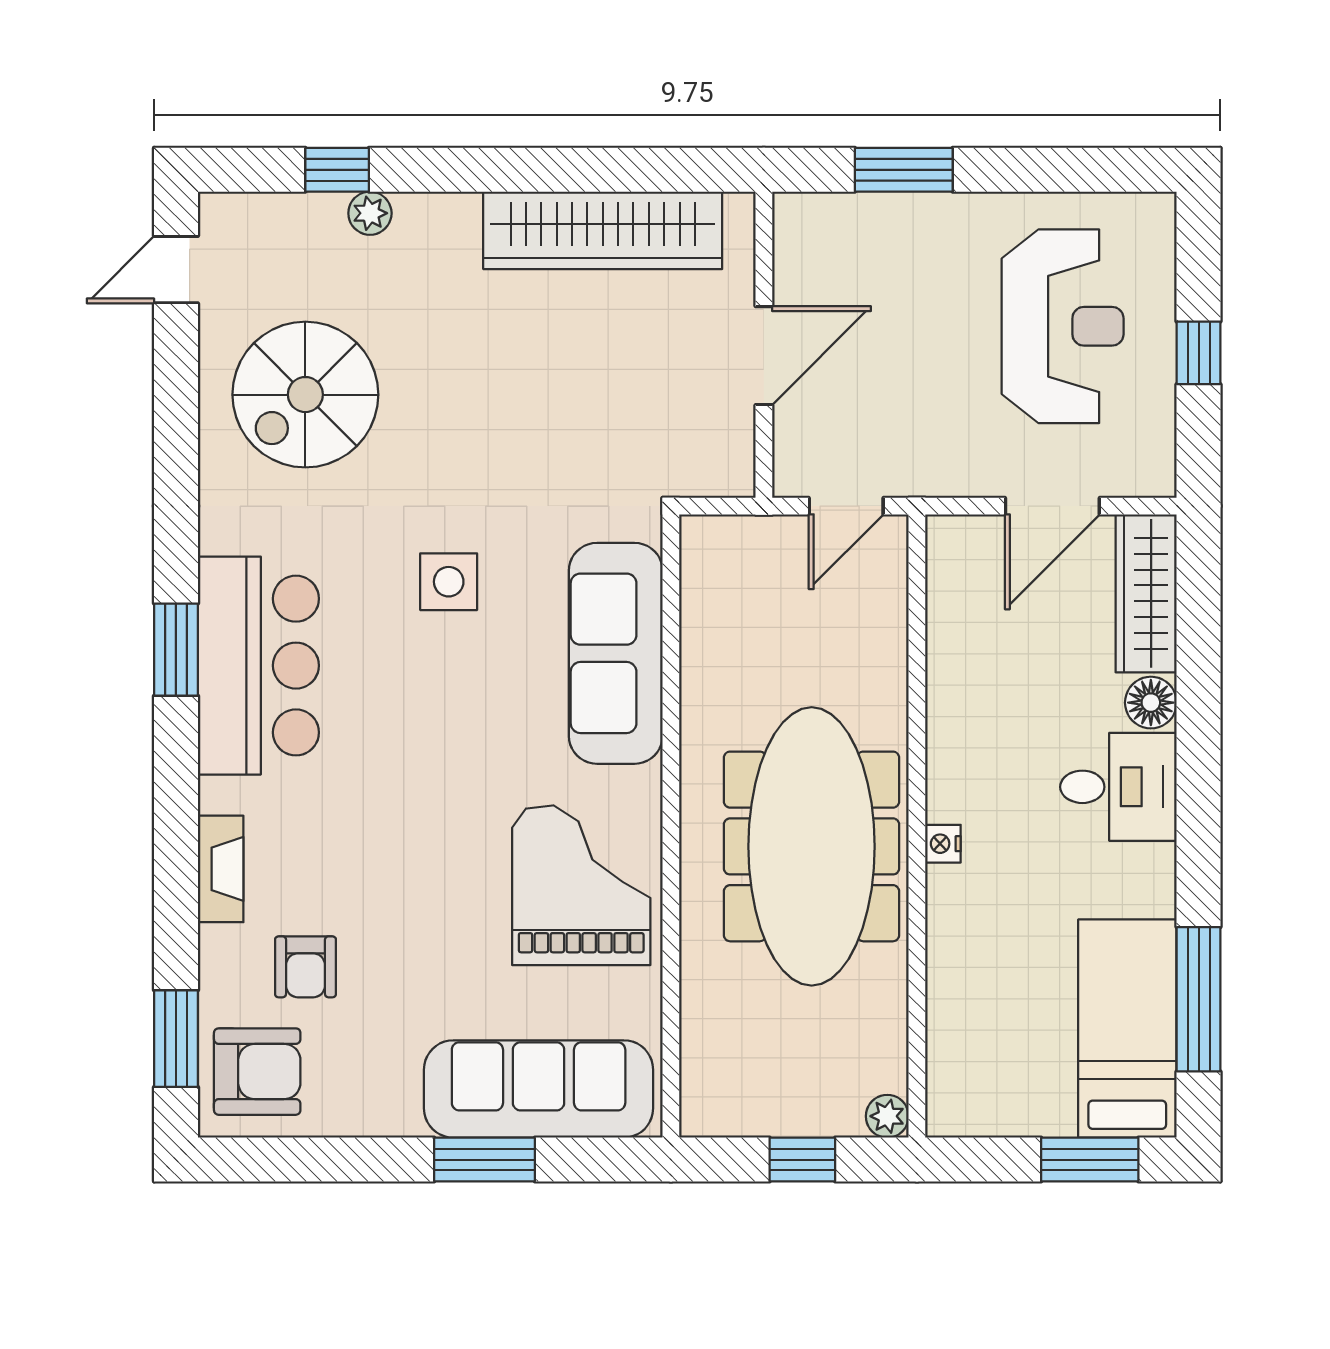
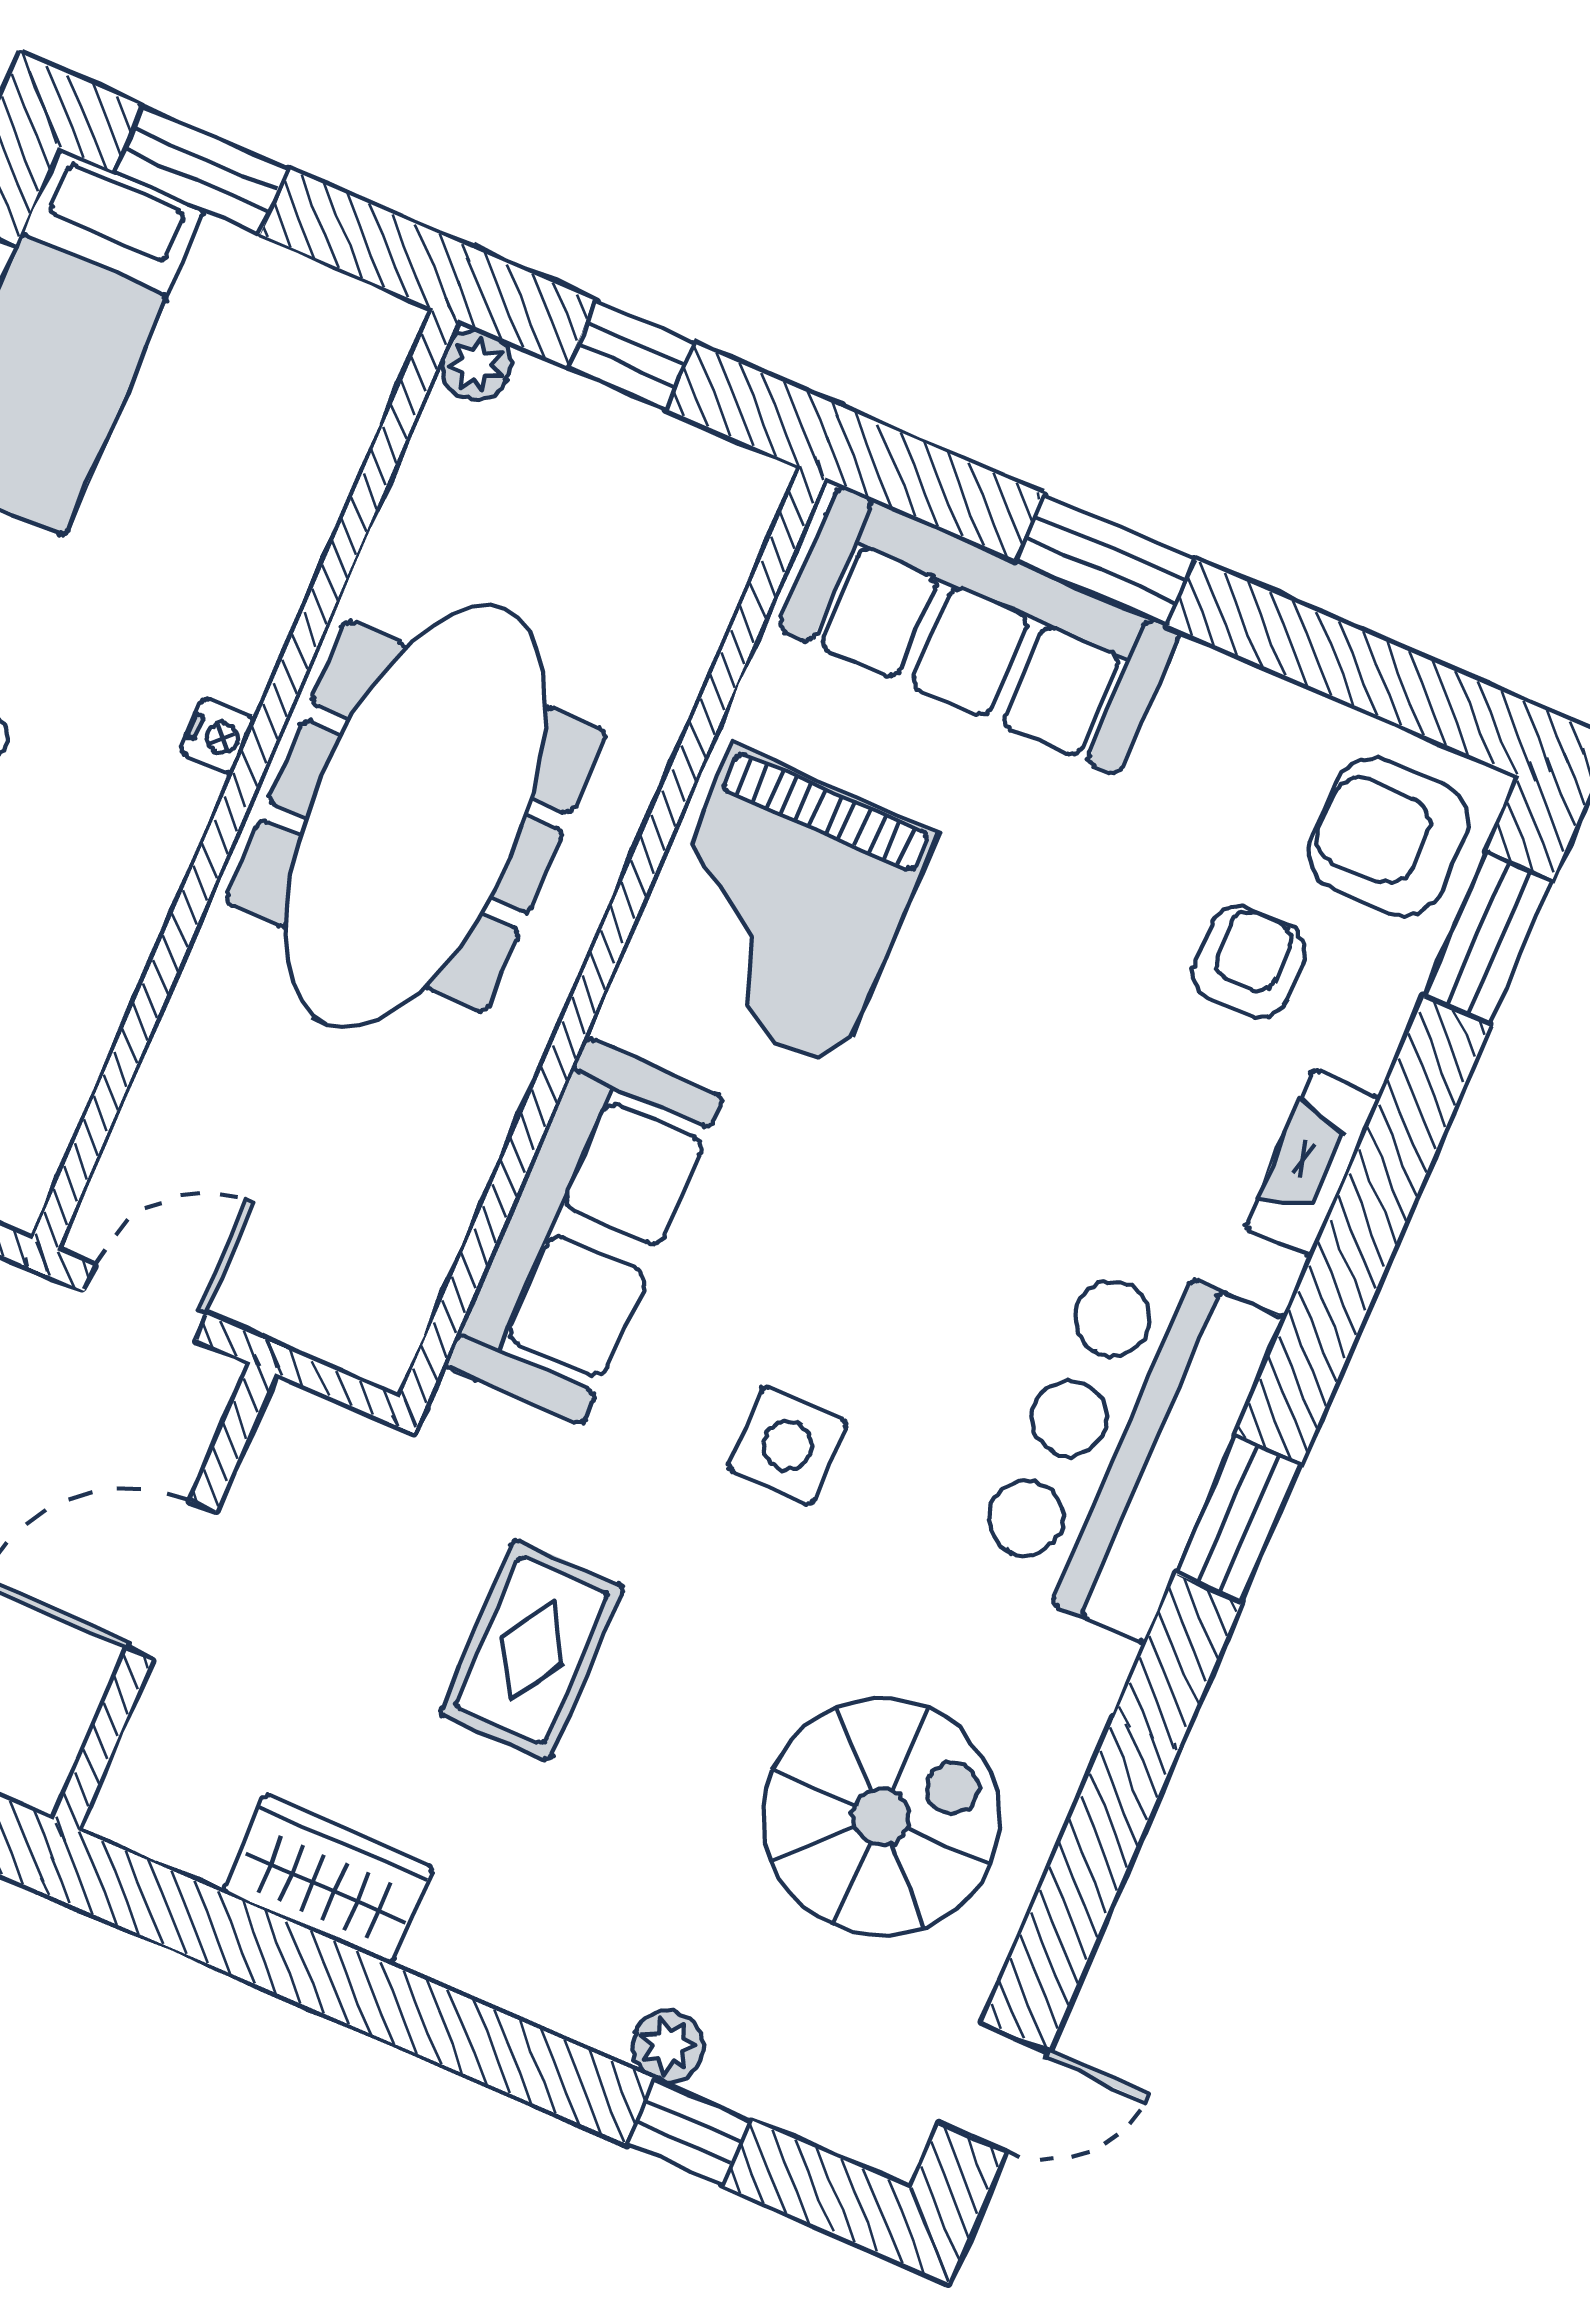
wardrobe: (603, 230) -> (328, 1879), width x0.48, depth x0.85
rug: (543, 404) -> (532, 1650), added

